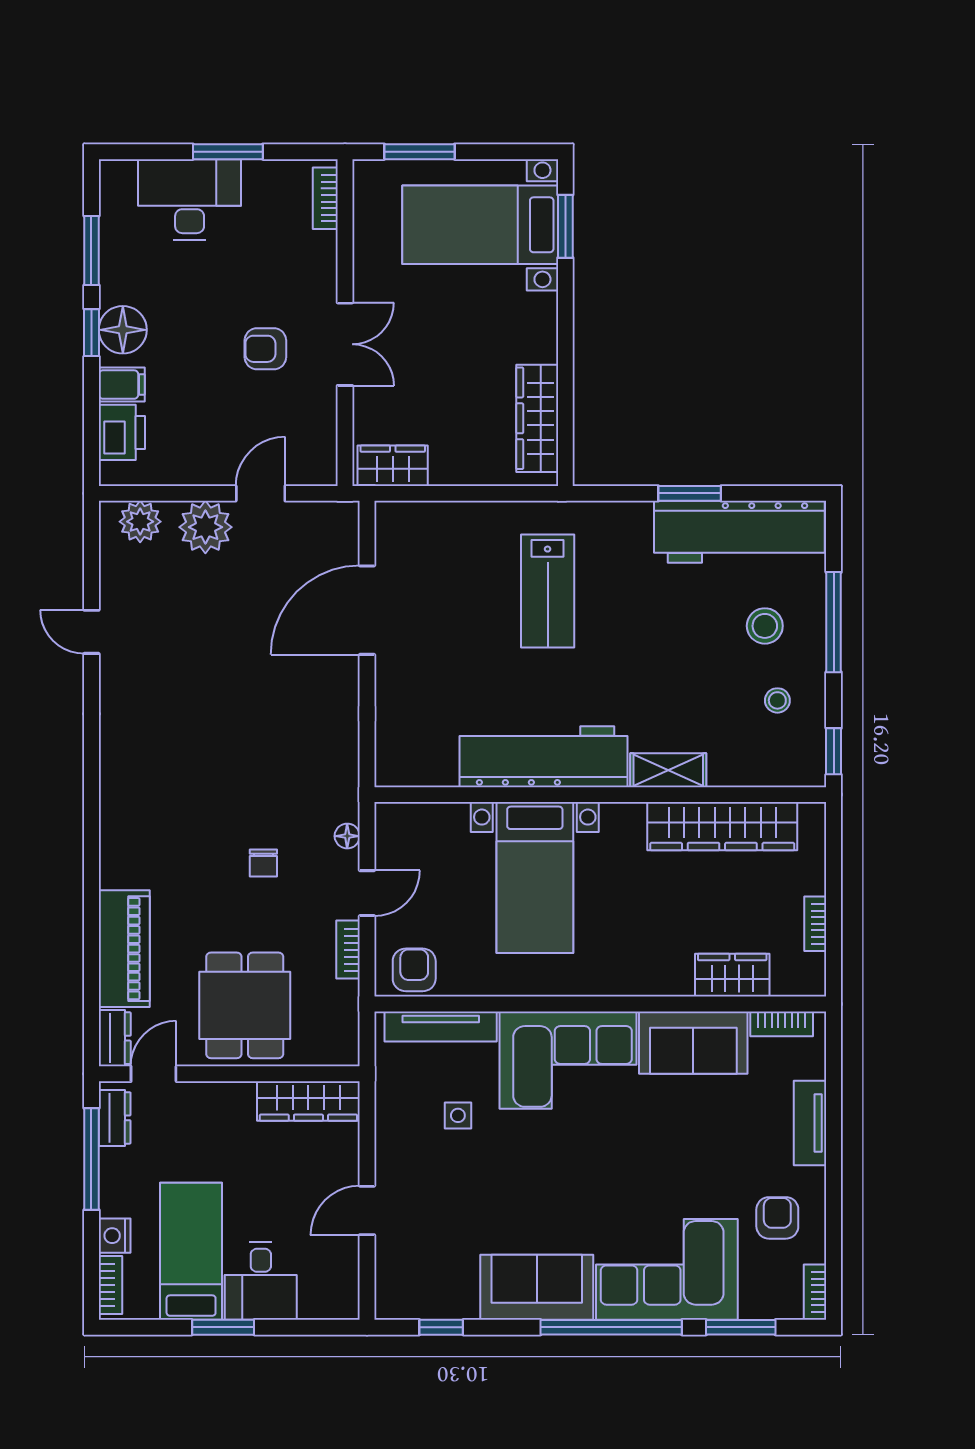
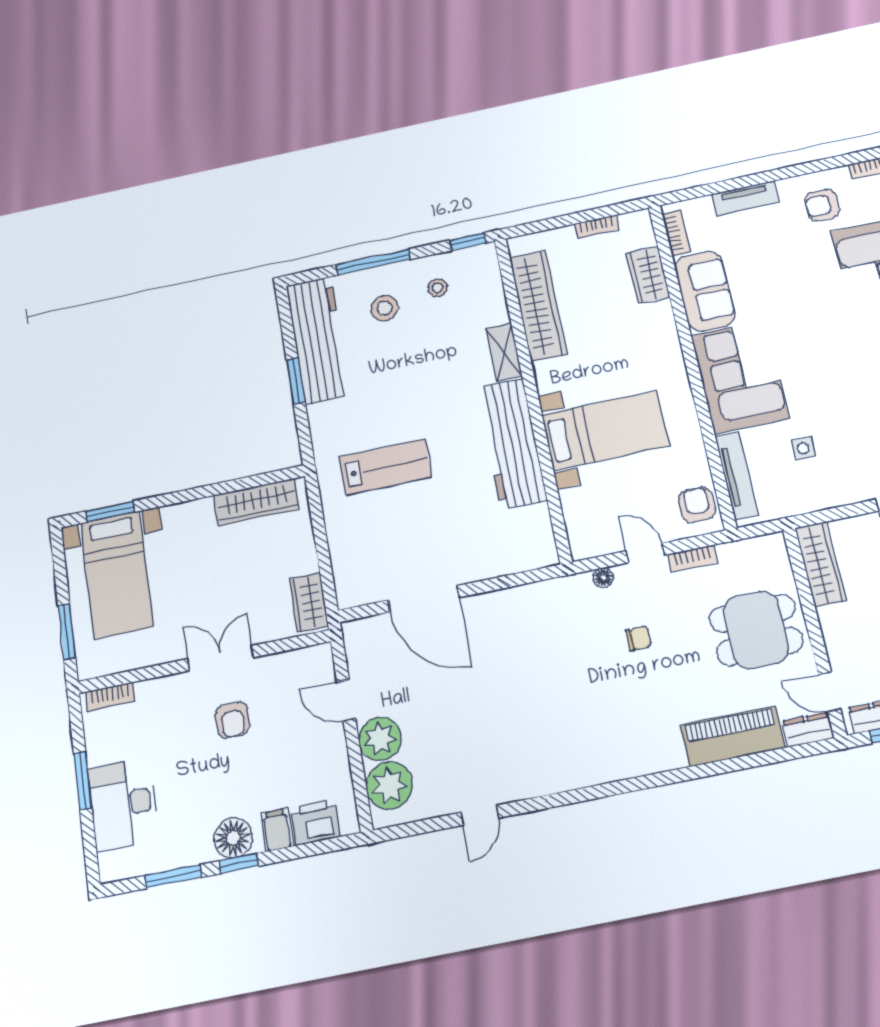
plant: (140, 522) -> (389, 785), width x1.36, depth x1.36
armchair: (414, 970) -> (697, 505), turned 90

